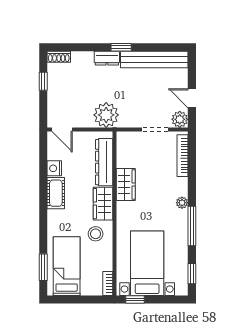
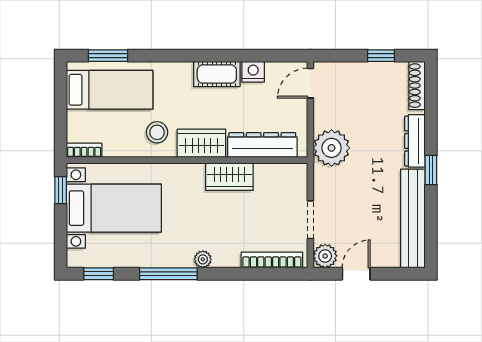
shoe rack: (59, 57) -> (417, 86), width x1.43
dresser: (107, 58) -> (415, 141), width x1.44

